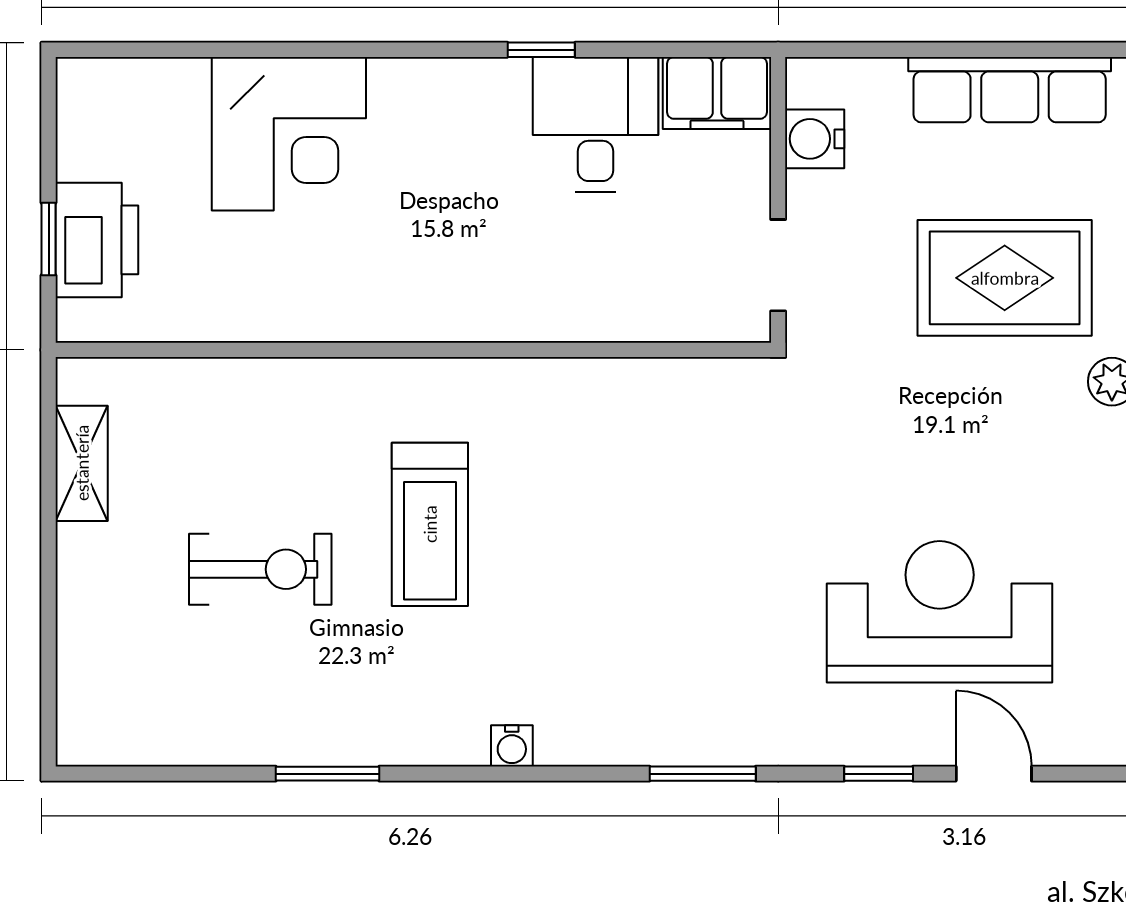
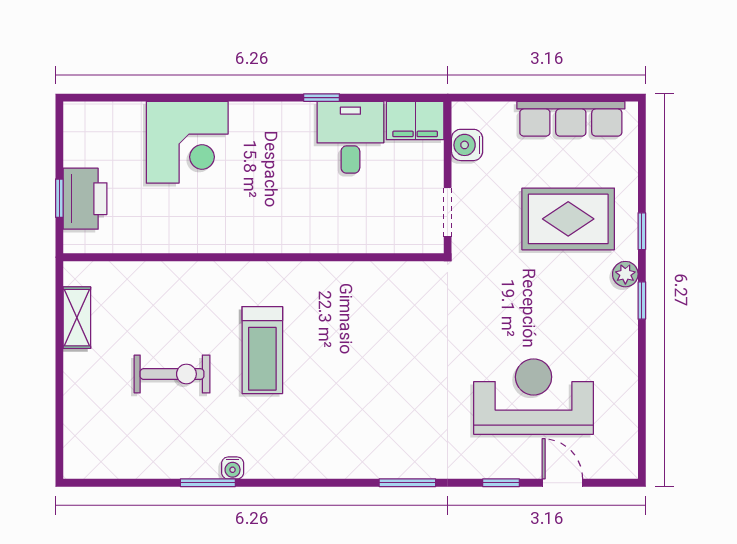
water cooler: (512, 746) -> (233, 468), moved

